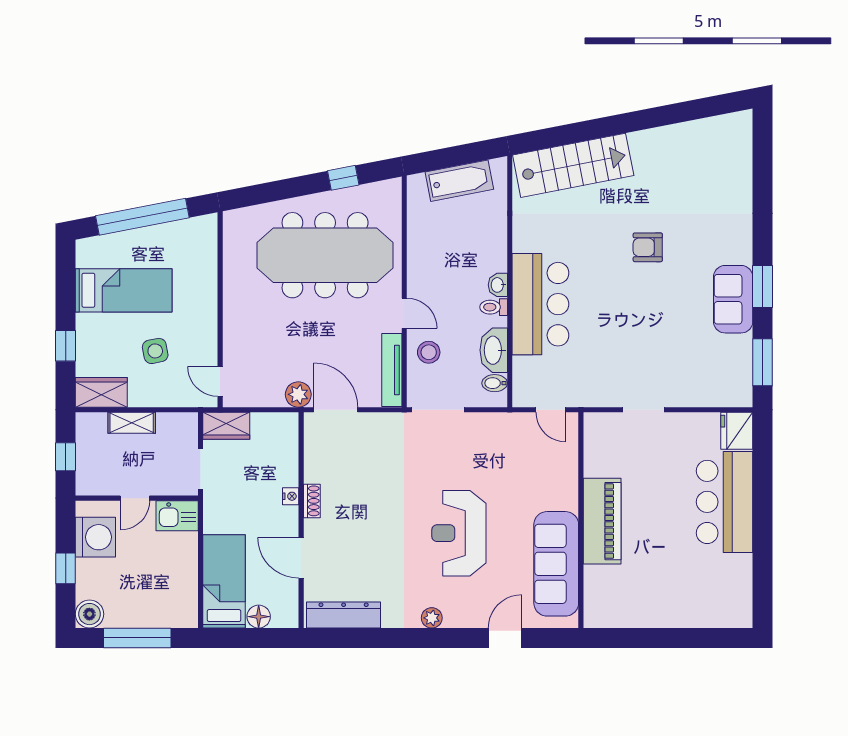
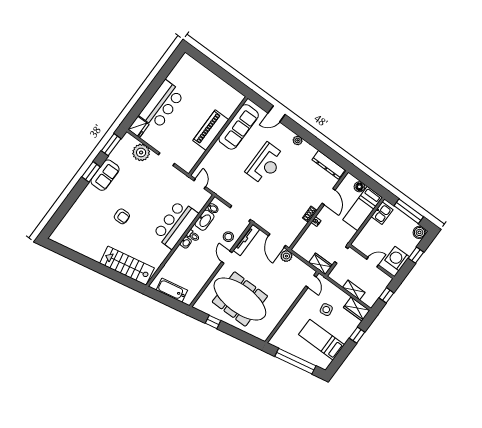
plant: (698, 388) -> (141, 152), added
kitchen sink: (177, 516) -> (382, 213), moved, turned 90

